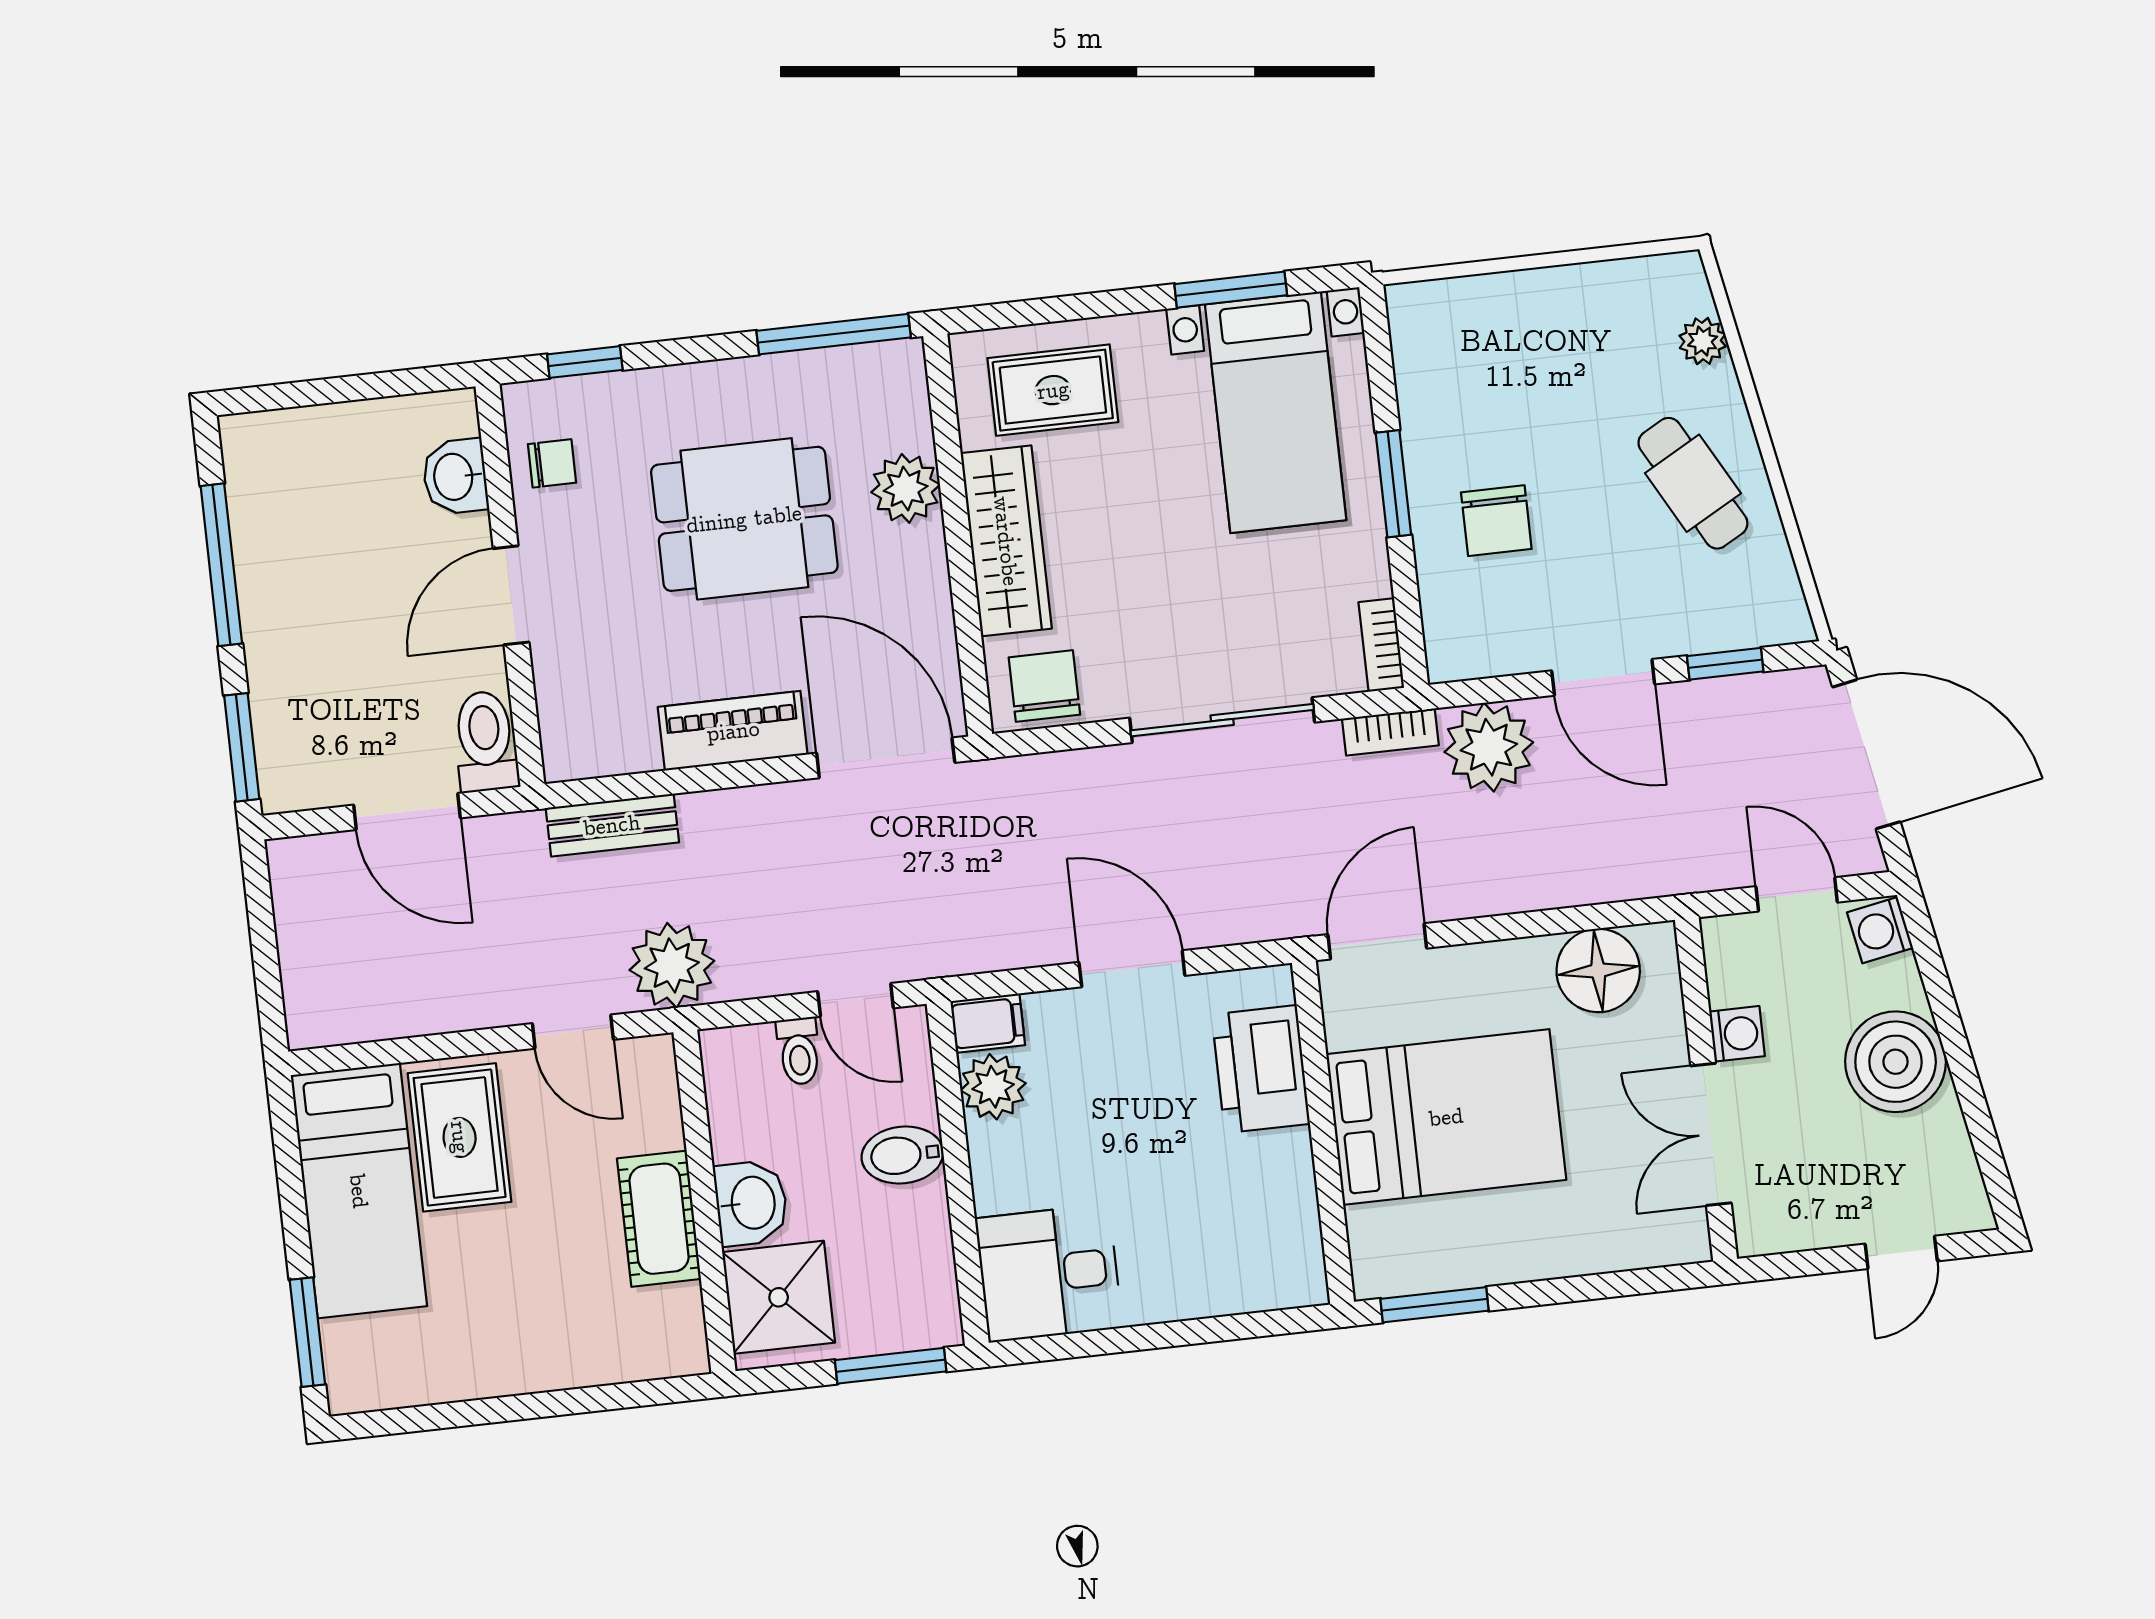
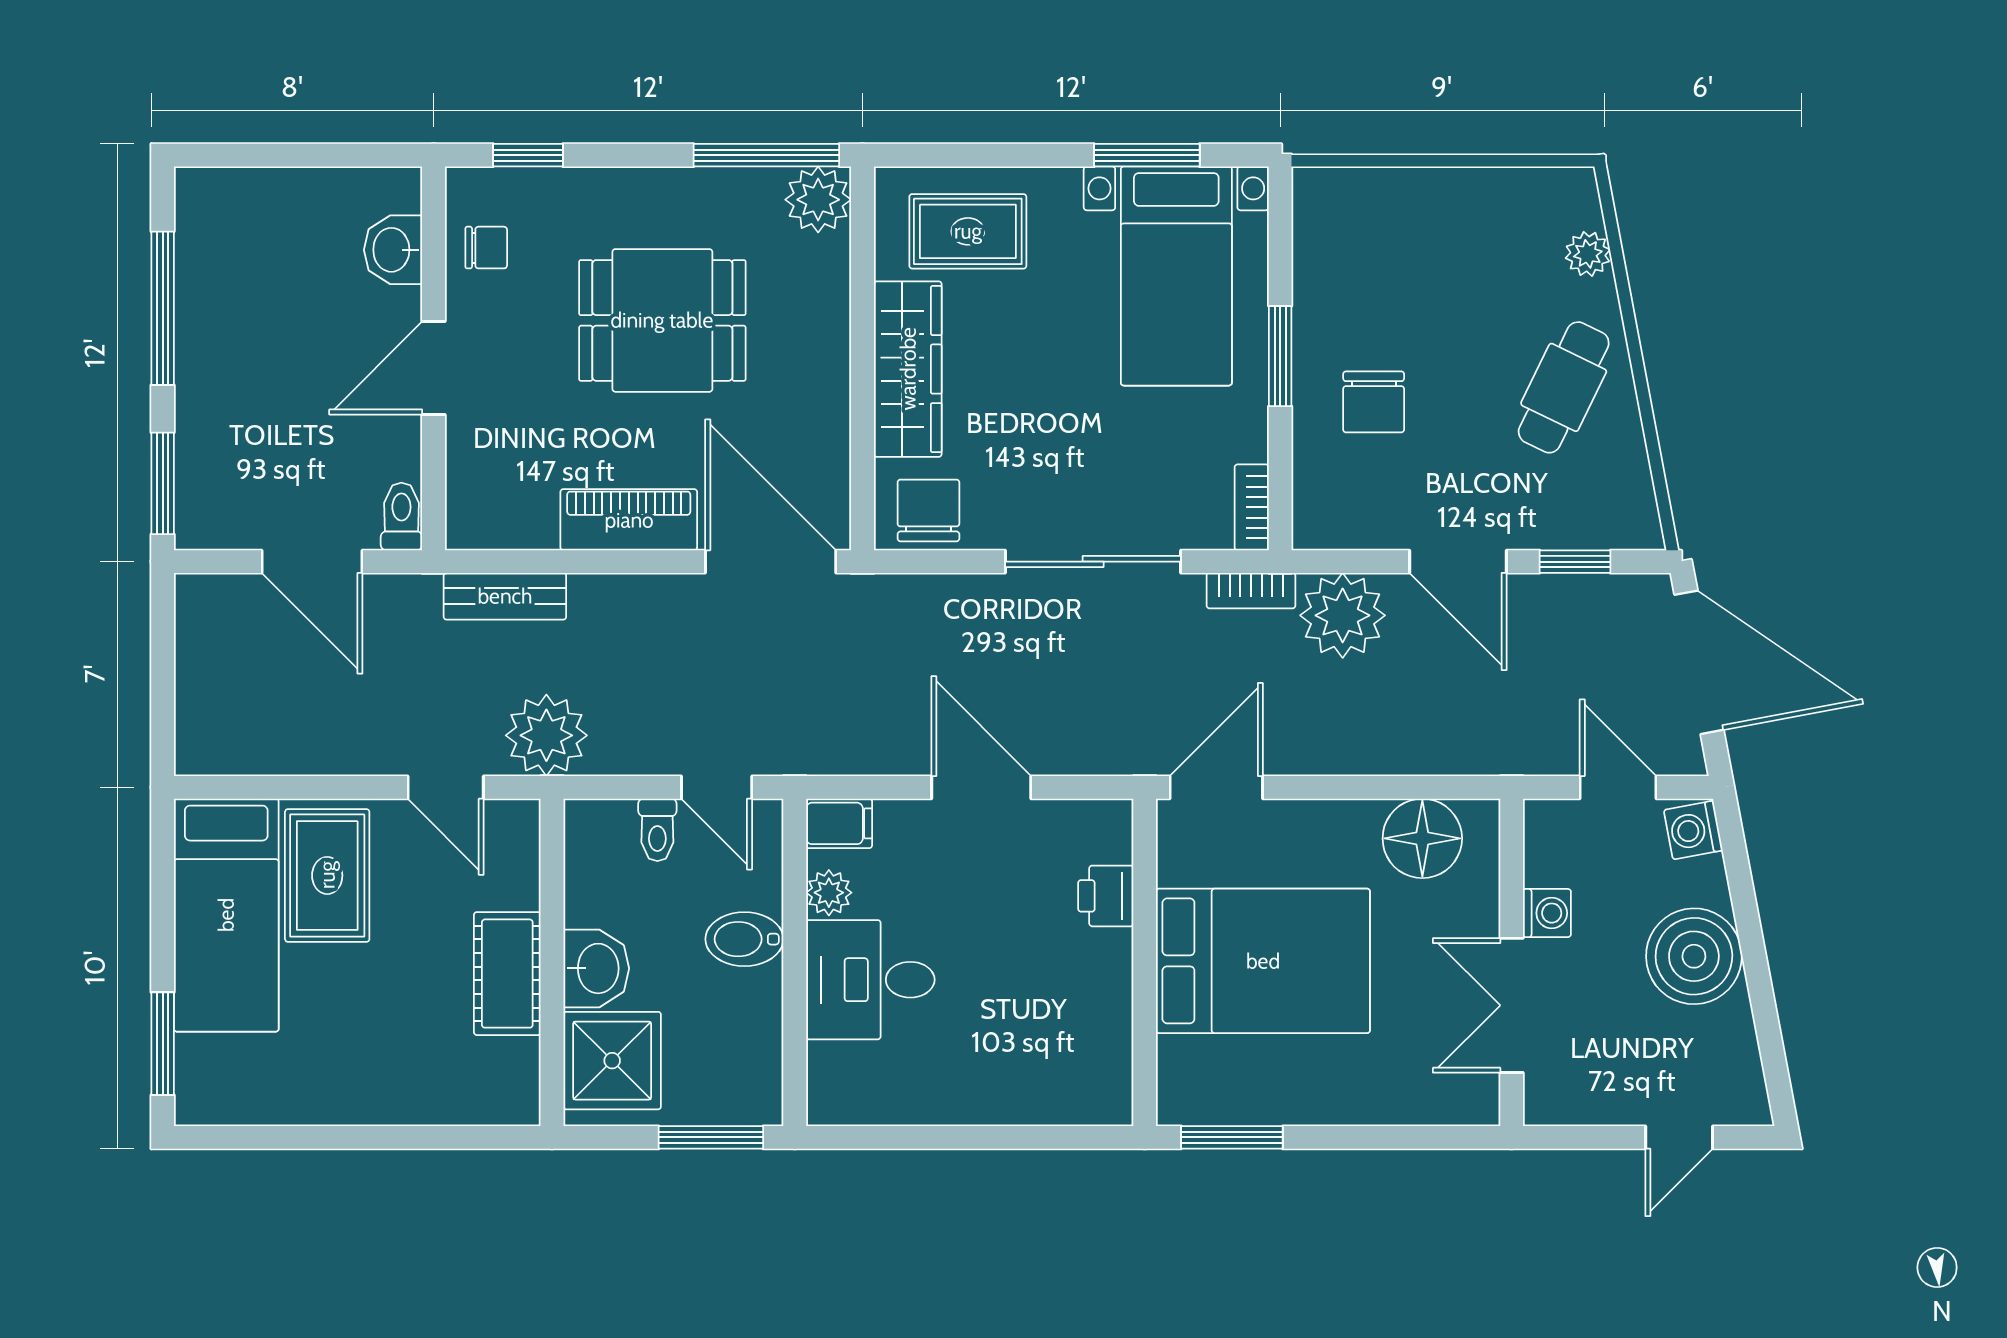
cafe table: (1693, 483) -> (1564, 387), turned 55
plant: (906, 488) -> (818, 200), moved
toilet: (485, 741) -> (401, 516), width x0.73, depth x0.72
printer: (1261, 1069) -> (1106, 896), width x0.53, depth x0.68
plant: (993, 1087) -> (829, 893), width x0.73, depth x0.73
desk: (1049, 1273) -> (870, 980), moved

